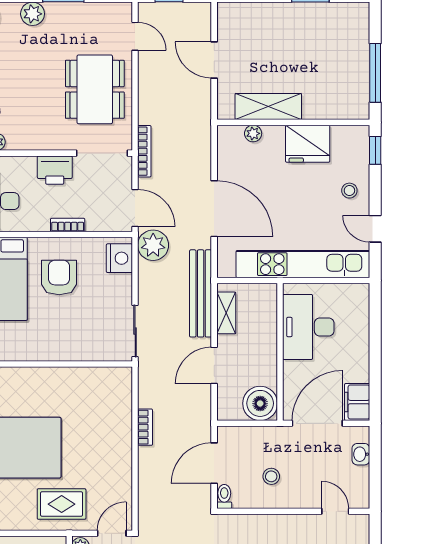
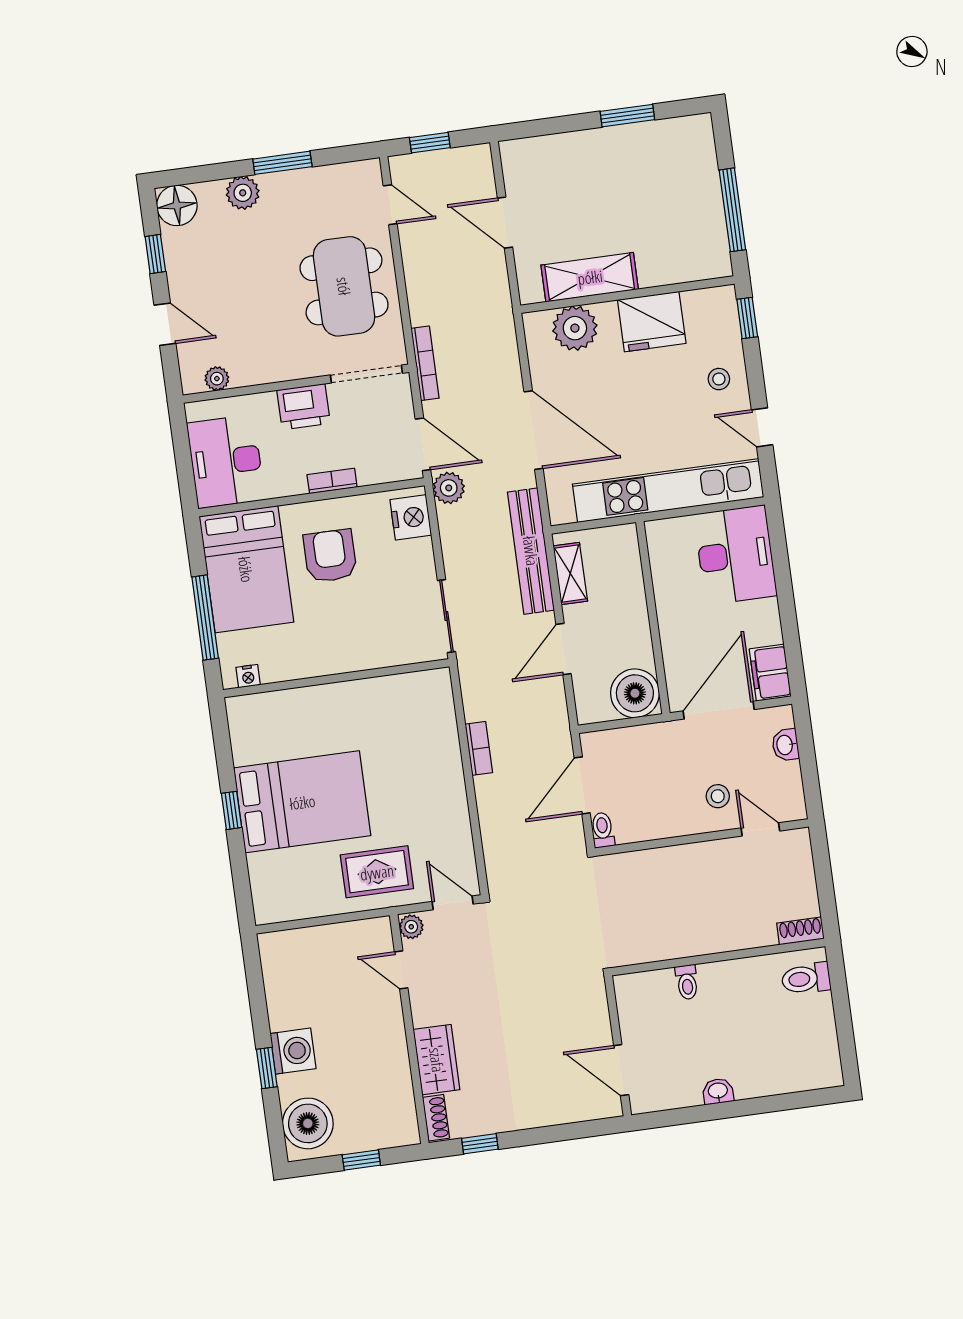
plant: (253, 133) -> (575, 328), width x1.87, depth x1.87
plant: (153, 245) -> (449, 488), width x0.73, depth x0.73
desk: (308, 327) -> (735, 555), moved, turned 180
stool: (271, 476) -> (718, 796), moved
door: (112, 533) -> (453, 903), hinge flipped

